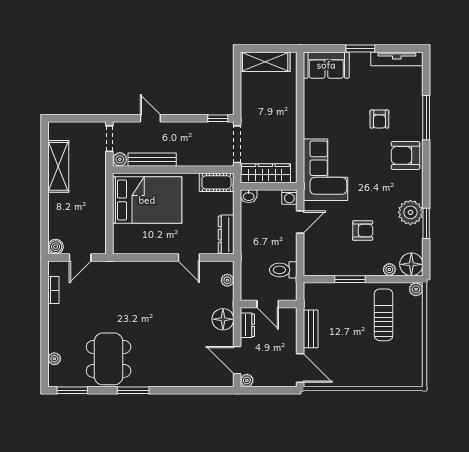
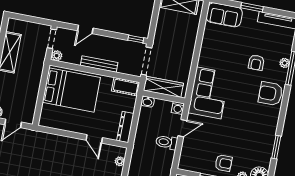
door: (150, 118) -> (85, 29), swing flipped
bench: (152, 160) -> (99, 64), moved
plant: (410, 212) -> (285, 63), moved, width x0.53, depth x0.53
armchair: (363, 231) -> (223, 163), moved
toilet: (283, 270) -> (167, 142), moved

